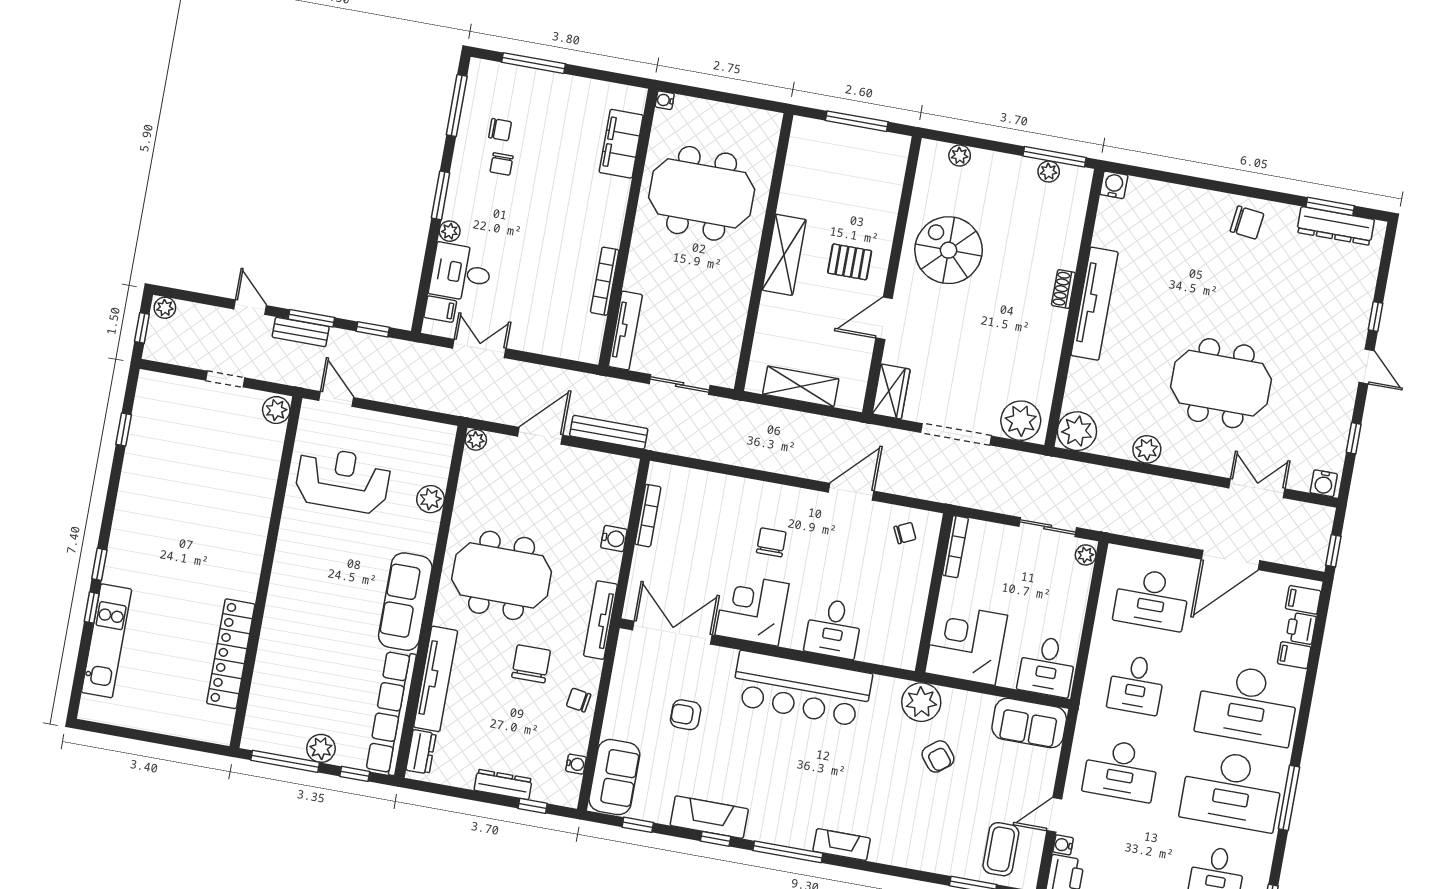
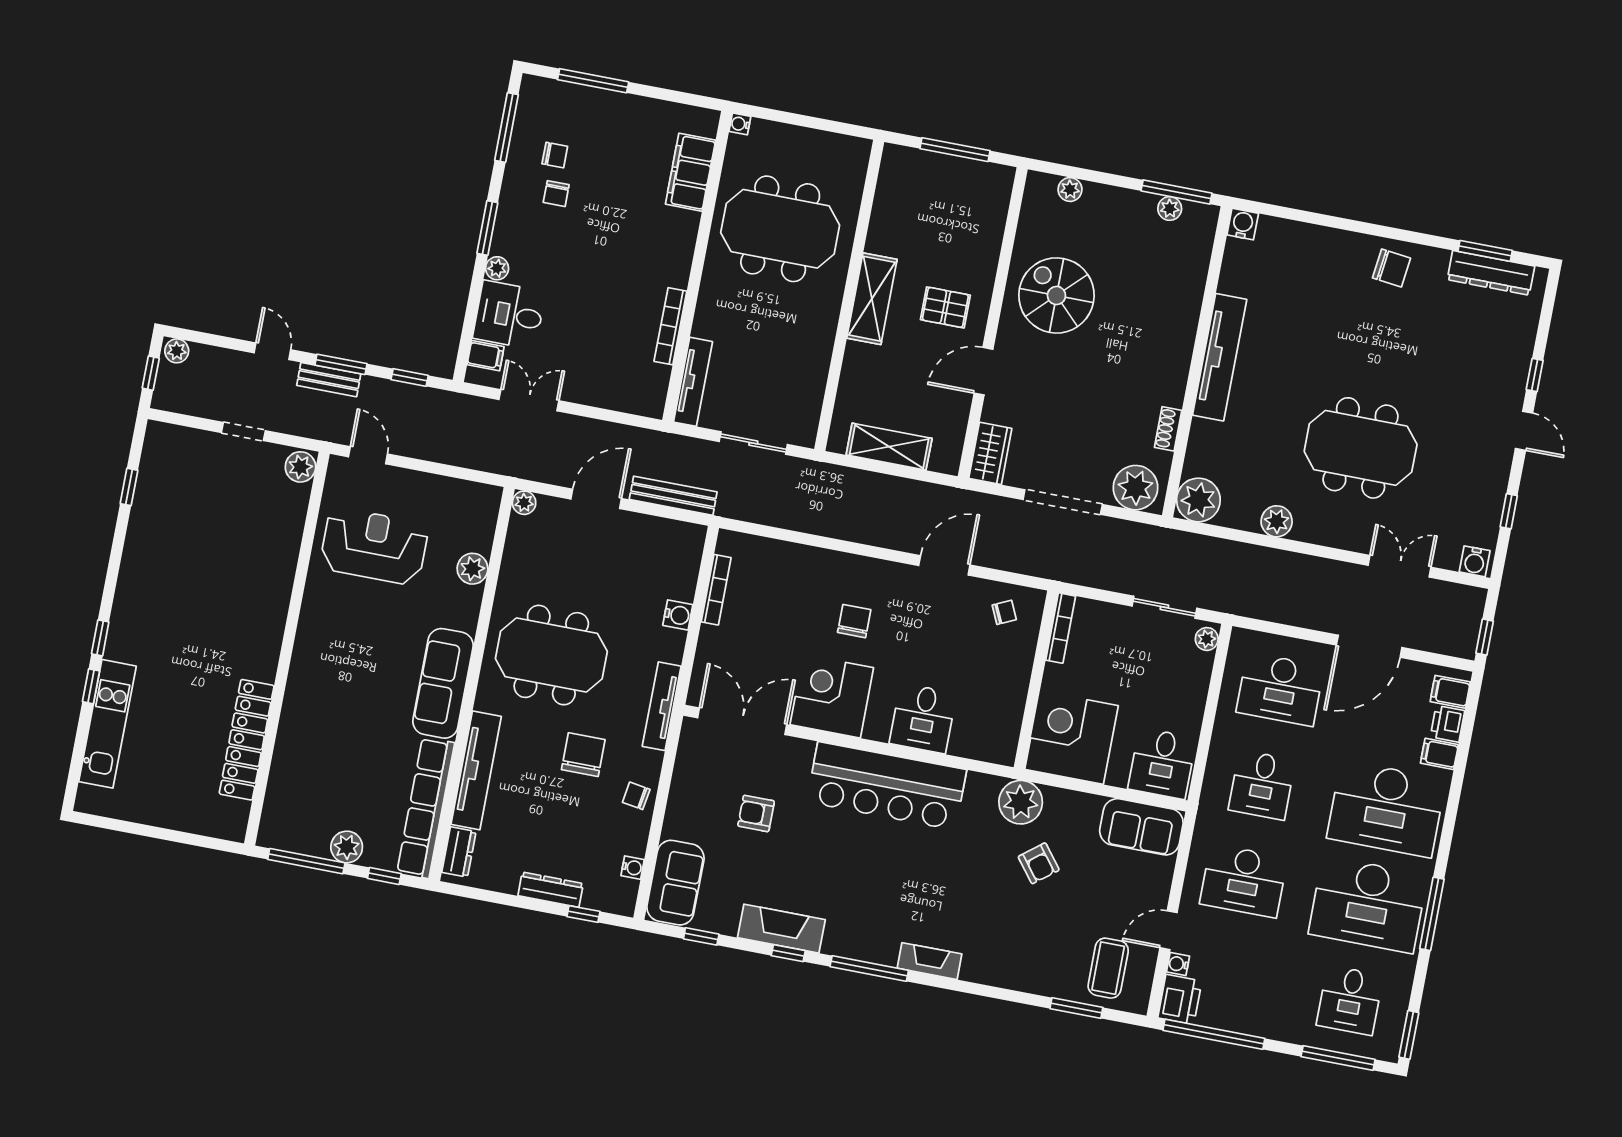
shoe rack: (1063, 289) -> (1168, 429), moved

